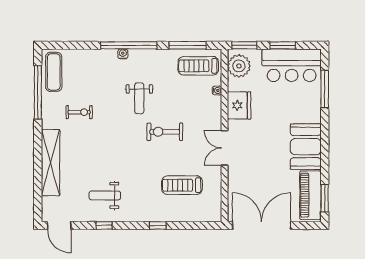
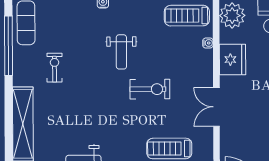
exercise bike: (79, 112) -> (54, 68), turned -90
exercise bike: (165, 132) -> (150, 89), turned 180

